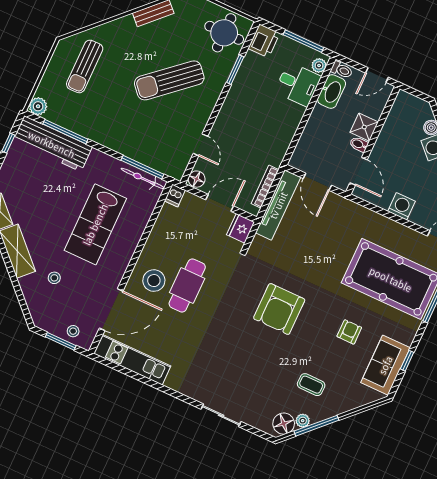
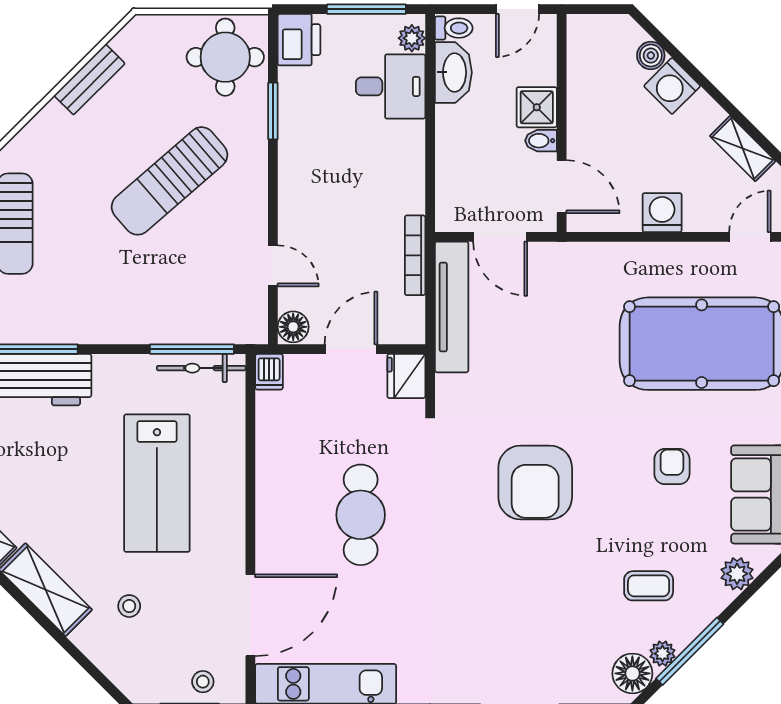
bookcase: (265, 187) -> (415, 255), moved
stool: (154, 281) -> (300, 532), removed
plant: (357, 399) -> (737, 574), added

